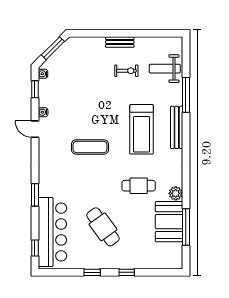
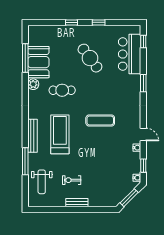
weight bench: (165, 69) -> (42, 182), turned 90
bar counter: (52, 232) -> (130, 54), width x0.73

